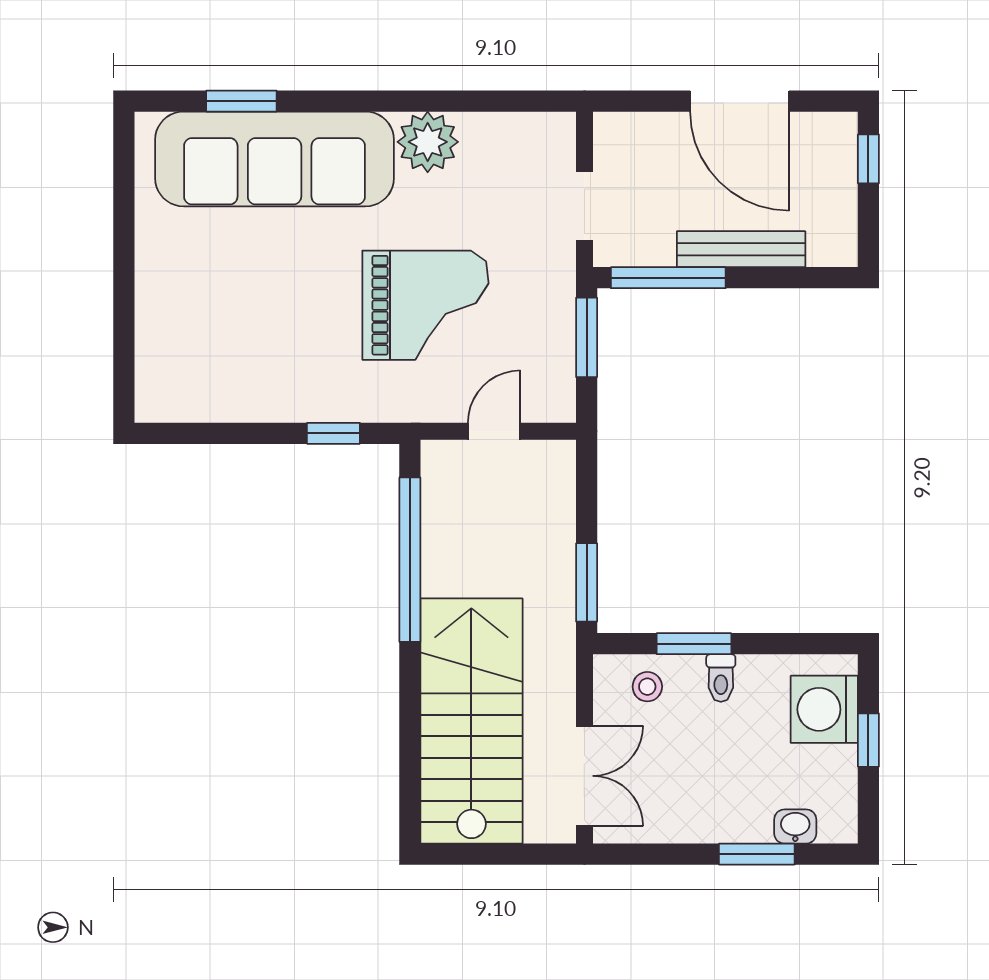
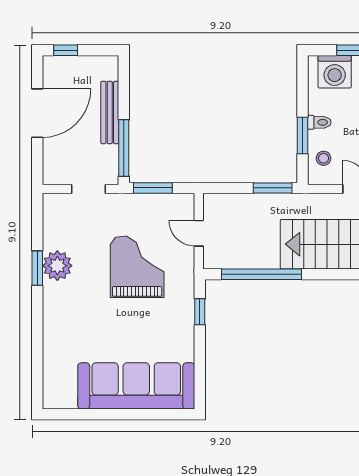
window: (241, 101) -> (37, 268), moved
sofa: (275, 159) -> (136, 386), moved, turned -90

